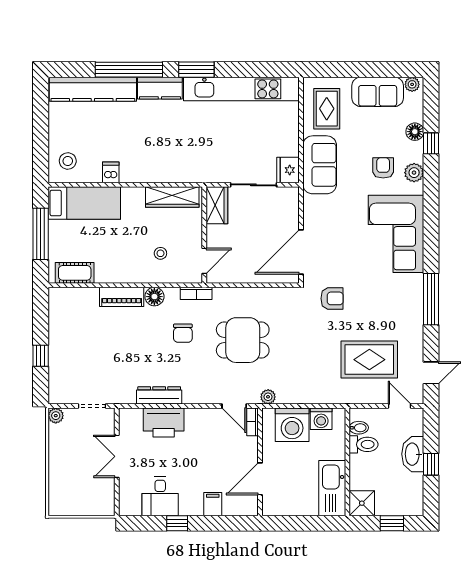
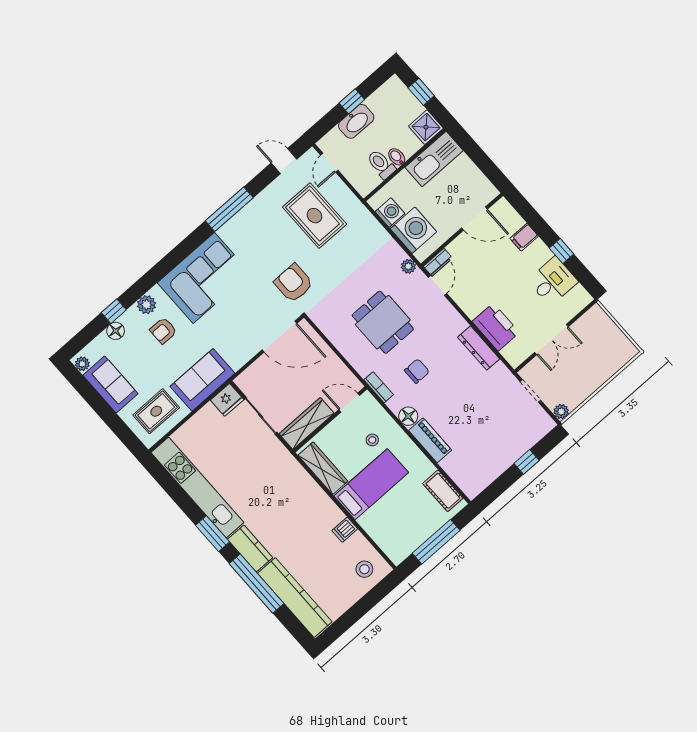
bed: (84, 203) -> (371, 484), moved, turned 90
wardrobe: (217, 205) -> (307, 424), width x1.50
armchair: (332, 298) -> (293, 283), width x1.38, depth x1.38
bidet: (359, 428) -> (397, 157), moved

